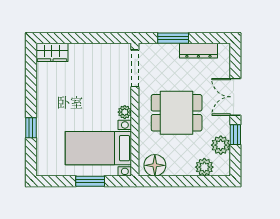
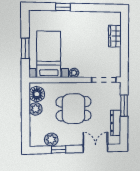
wardrobe: (52, 52) -> (115, 36), moved
double door: (235, 97) -> (95, 148), moved
dining table: (177, 113) -> (74, 109), turned 90
plant: (204, 167) -> (36, 109), moved

